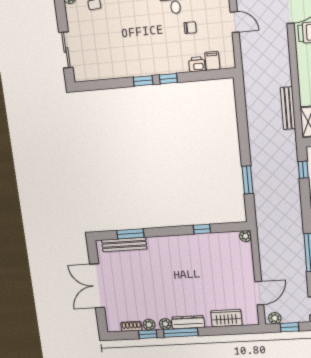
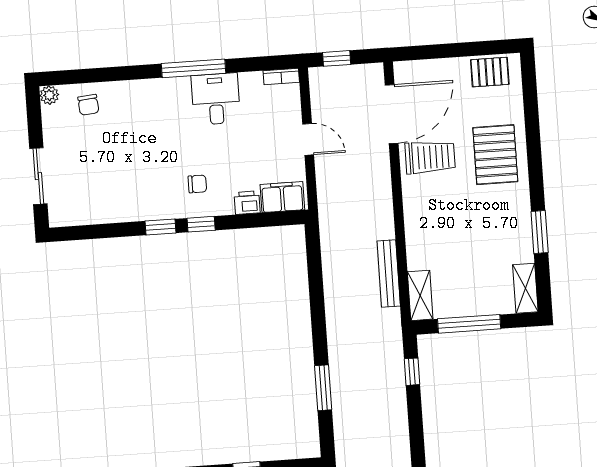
chair: (190, 28) -> (197, 184), moved
filing cabinet: (212, 61) -> (282, 197), width x2.00

